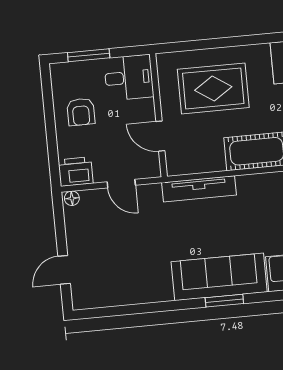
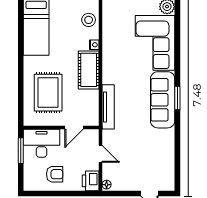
window: (89, 55) -> (21, 151), moved
desk: (129, 78) -> (41, 143), width x1.37
door: (121, 184) -> (100, 154), hinge flipped

